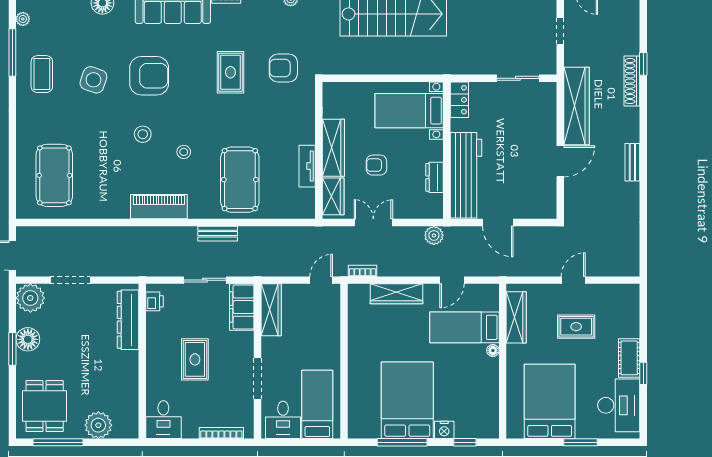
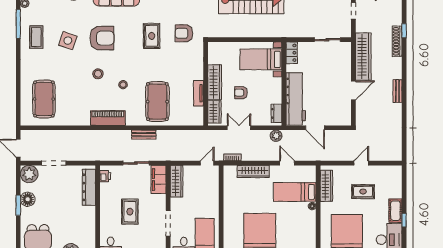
dresser: (435, 177) -> (276, 113), moved
door: (452, 280) -> (287, 163), swing flipped

